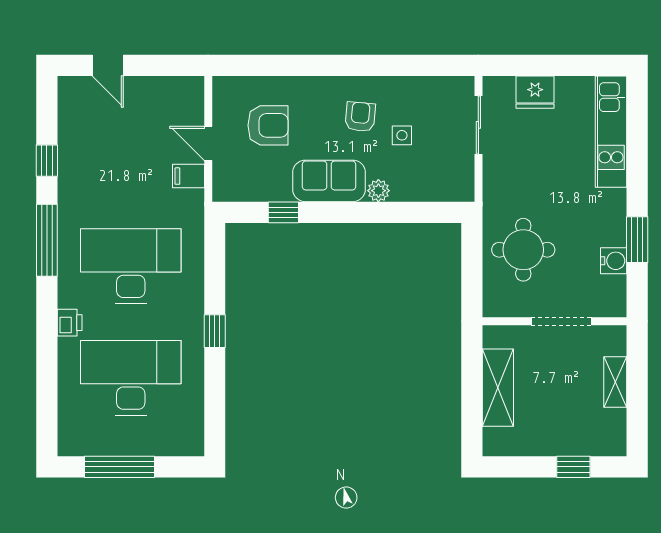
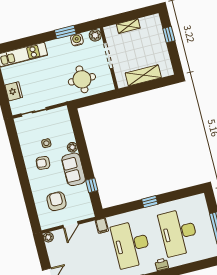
plant: (193, 87) -> (48, 237), added
filing cabinet: (188, 176) -> (102, 226), moved
plant: (613, 304) -> (95, 35), added

